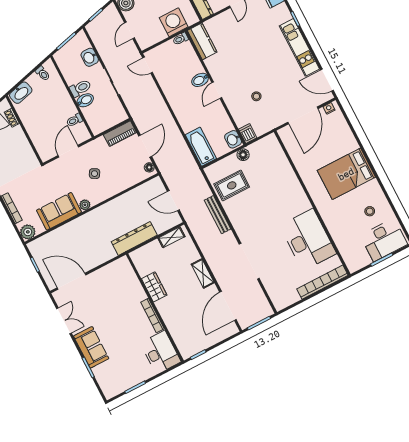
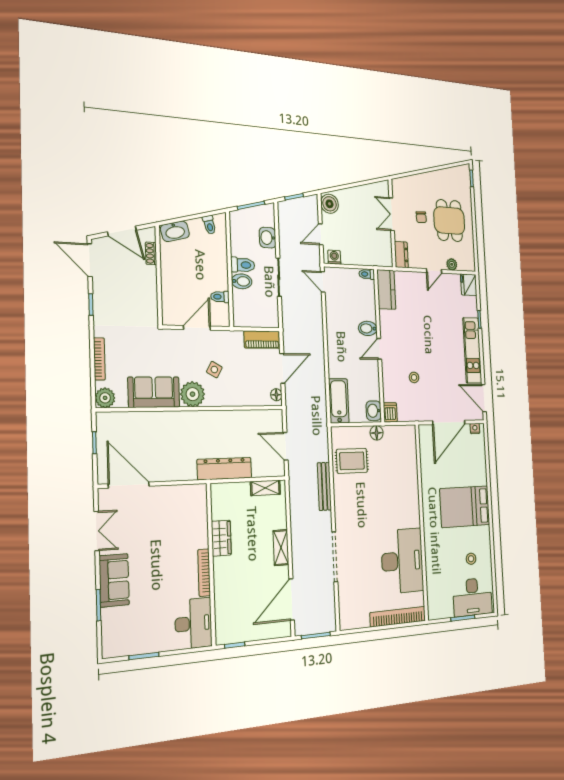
washing machine: (174, 22) -> (334, 257), moved, width x0.53, depth x0.53
plant: (85, 205) -> (193, 394), width x1.87, depth x1.87

